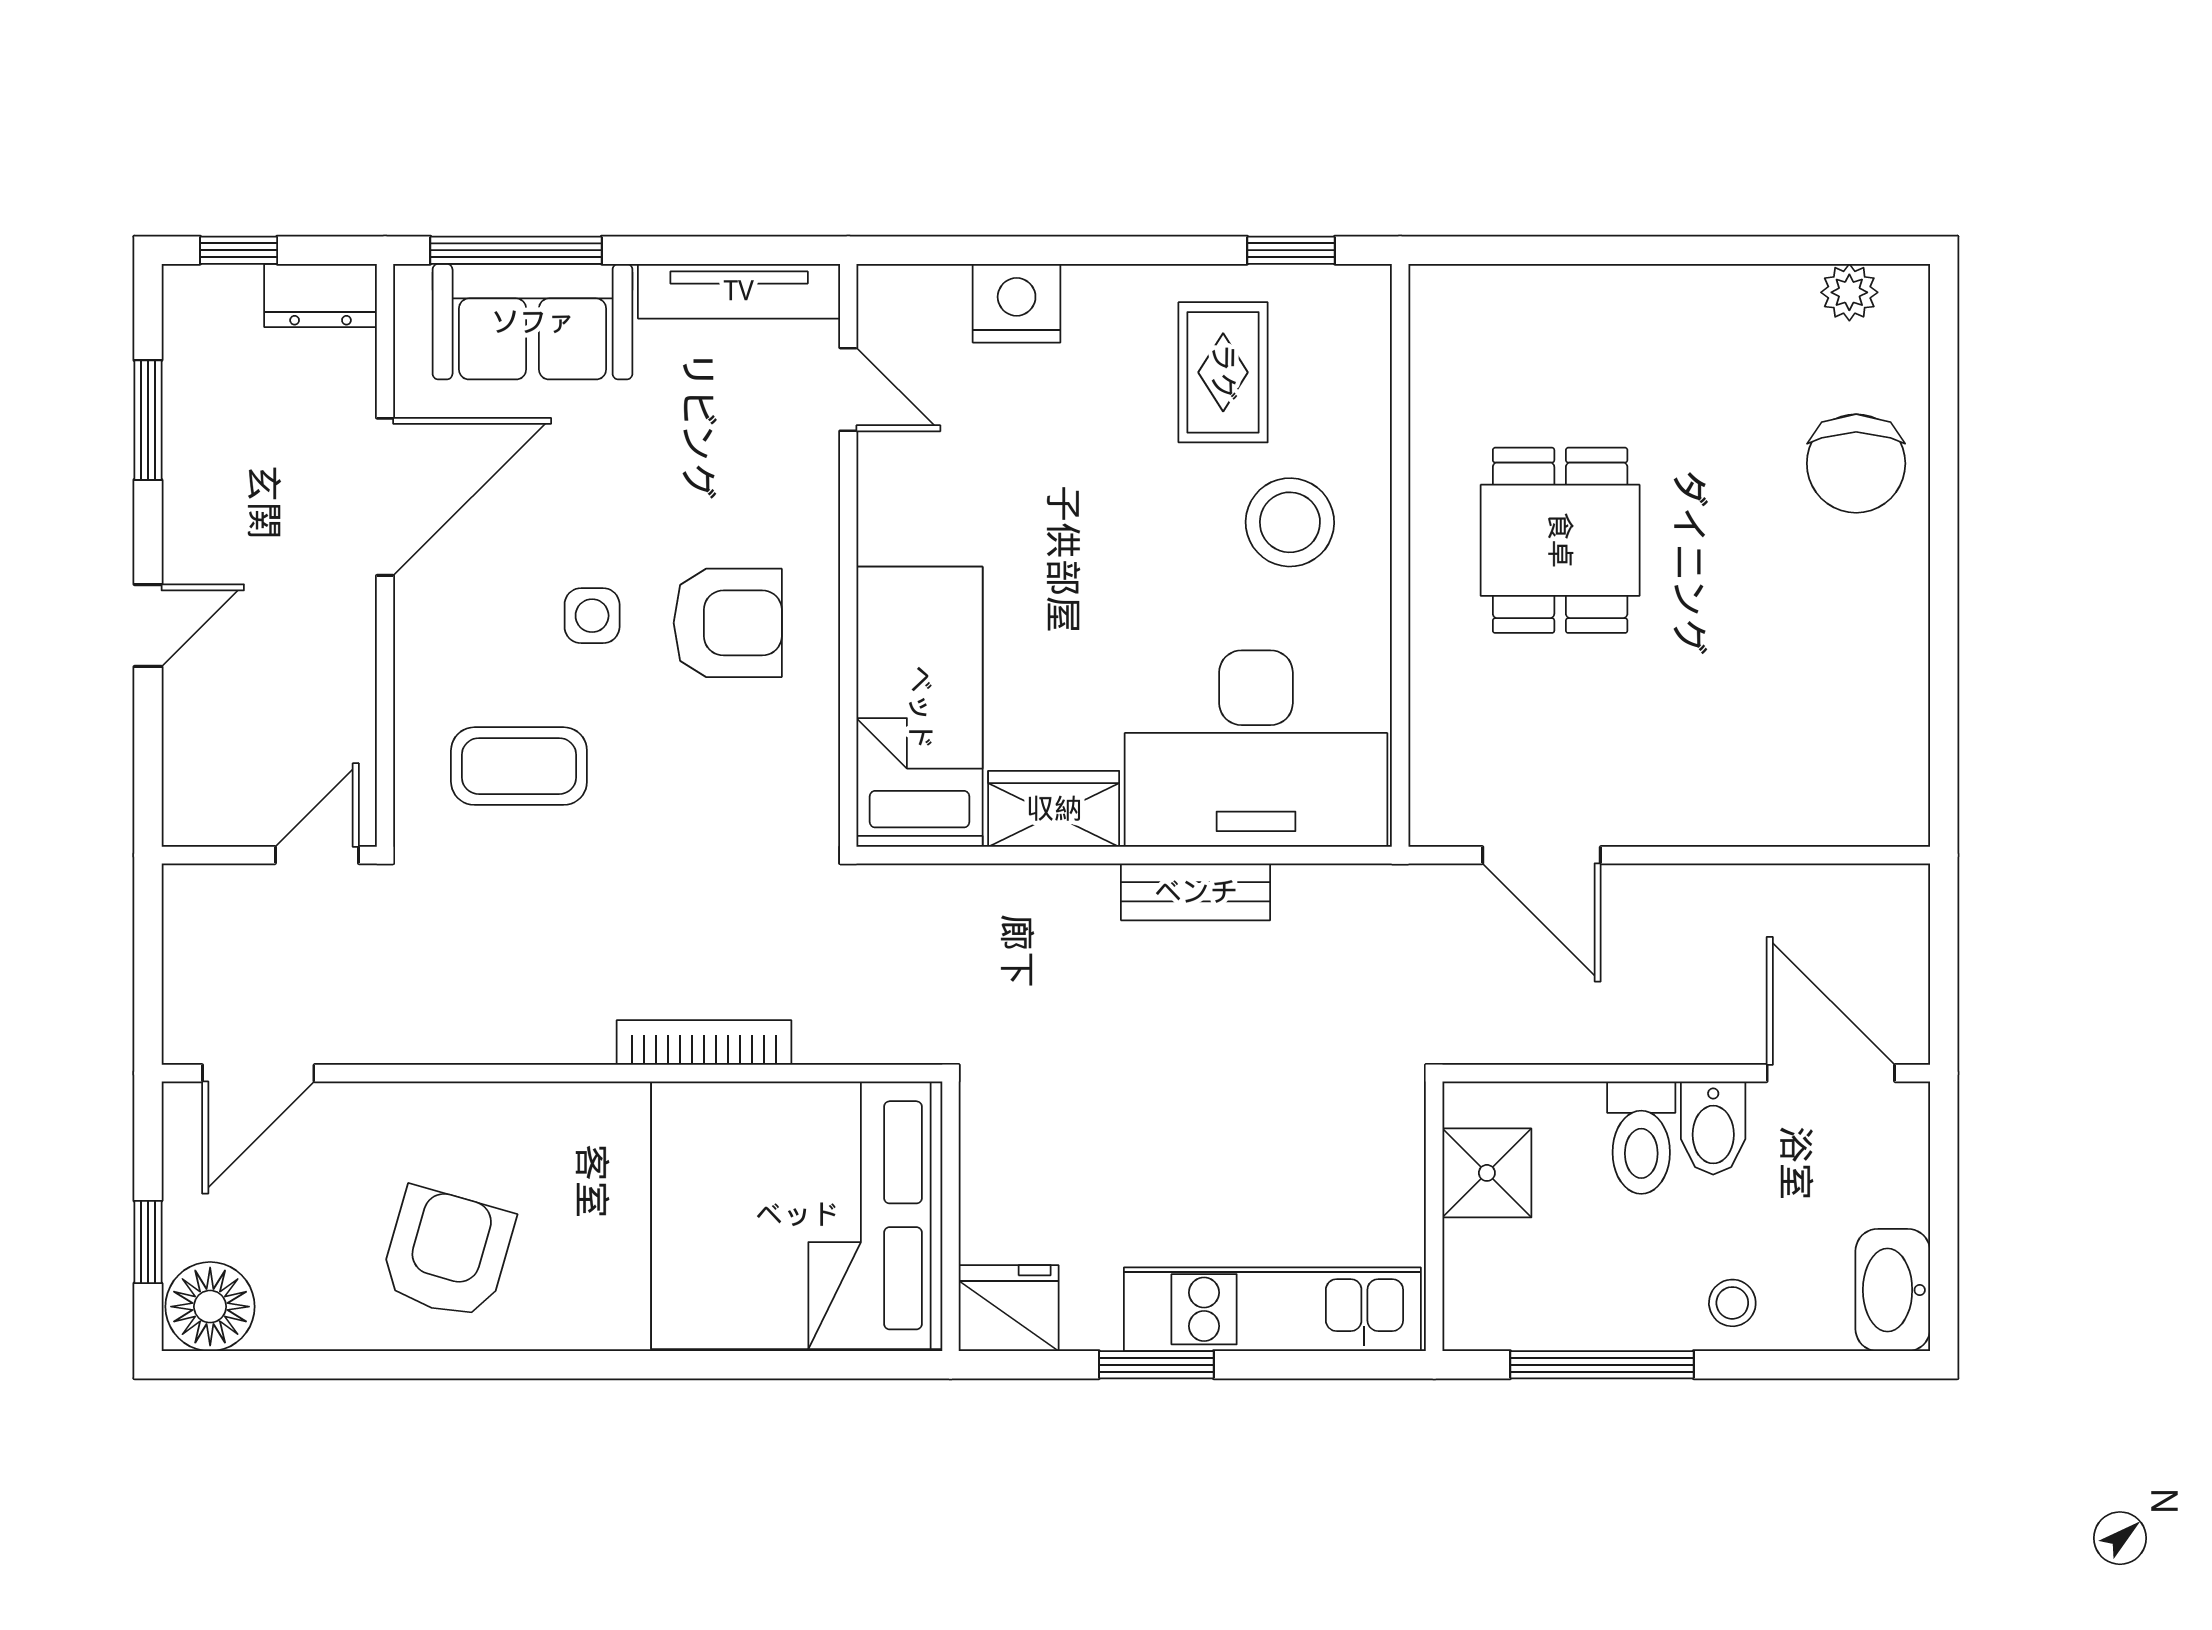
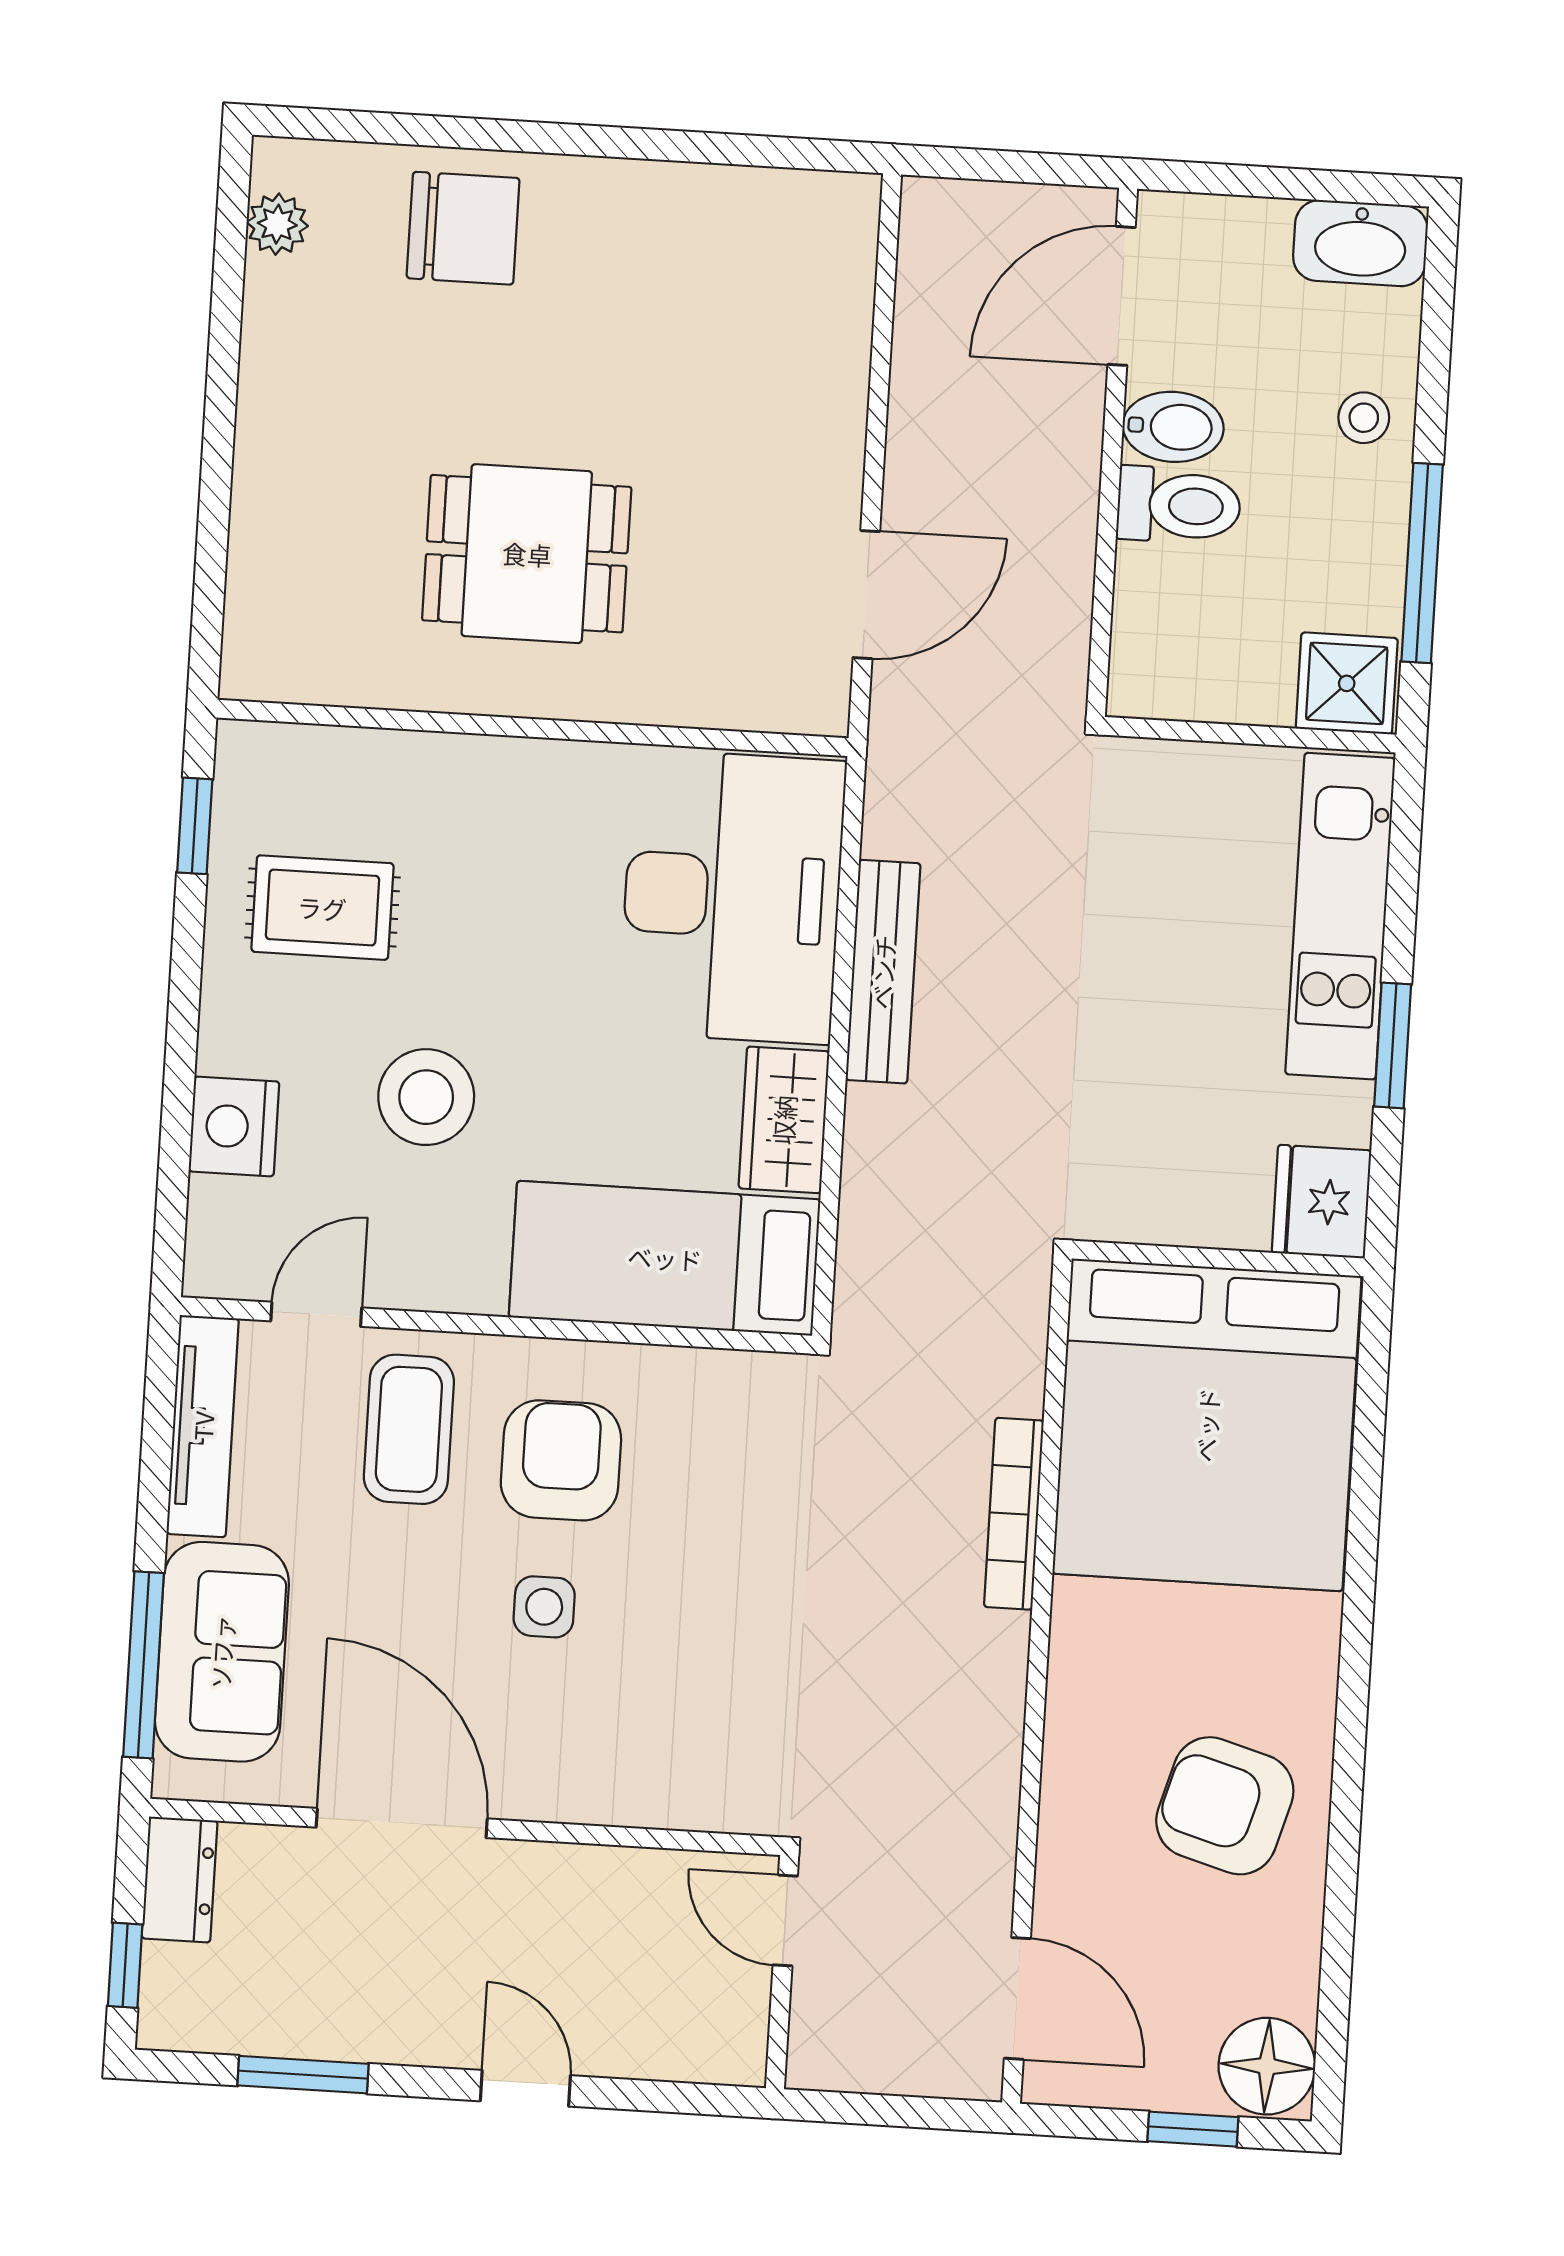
stool: (1290, 522) -> (426, 1097), moved
coffee table: (519, 766) -> (409, 1429), moved
bench: (1196, 892) -> (883, 972), width x1.36
shower: (1487, 1173) -> (1347, 683), moved

